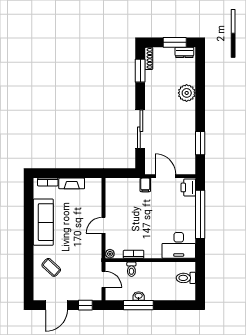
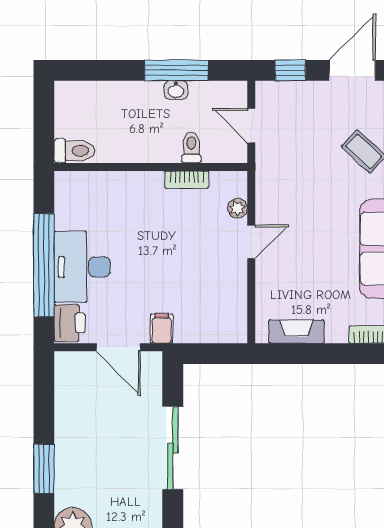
window: (200, 143) -> (44, 469), moved
fireplace: (72, 183) -> (296, 332), moved
desk: (179, 245) -> (82, 267), moved, turned -90
plant: (110, 254) -> (237, 208), moved
toilet: (186, 278) -> (75, 151), moved

